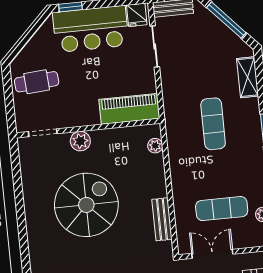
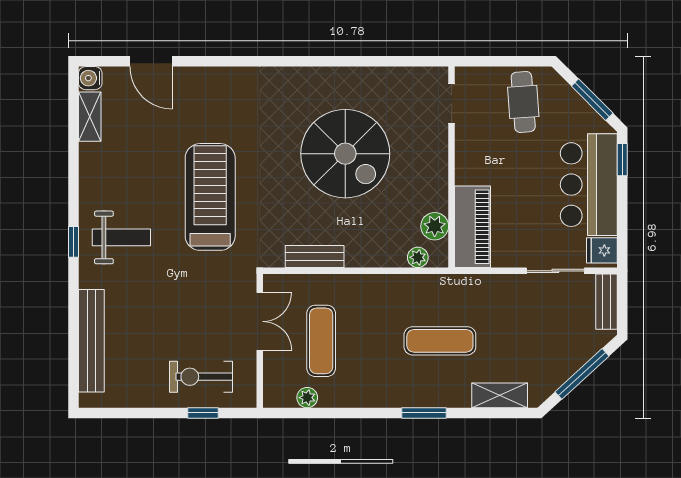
window: (30, 33) -> (592, 100), added
plant: (80, 141) -> (435, 226), moved

